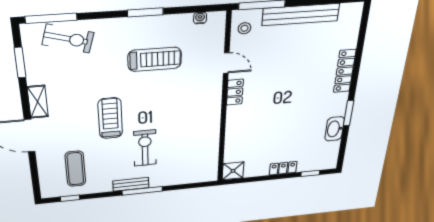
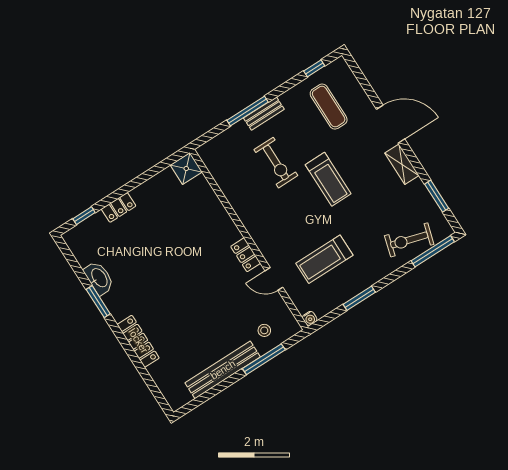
door: (226, 63) -> (274, 279), moved
locker: (235, 92) -> (246, 255), moved
wall: (224, 102) -> (249, 240), moved
shower: (233, 171) -> (186, 169), moved

